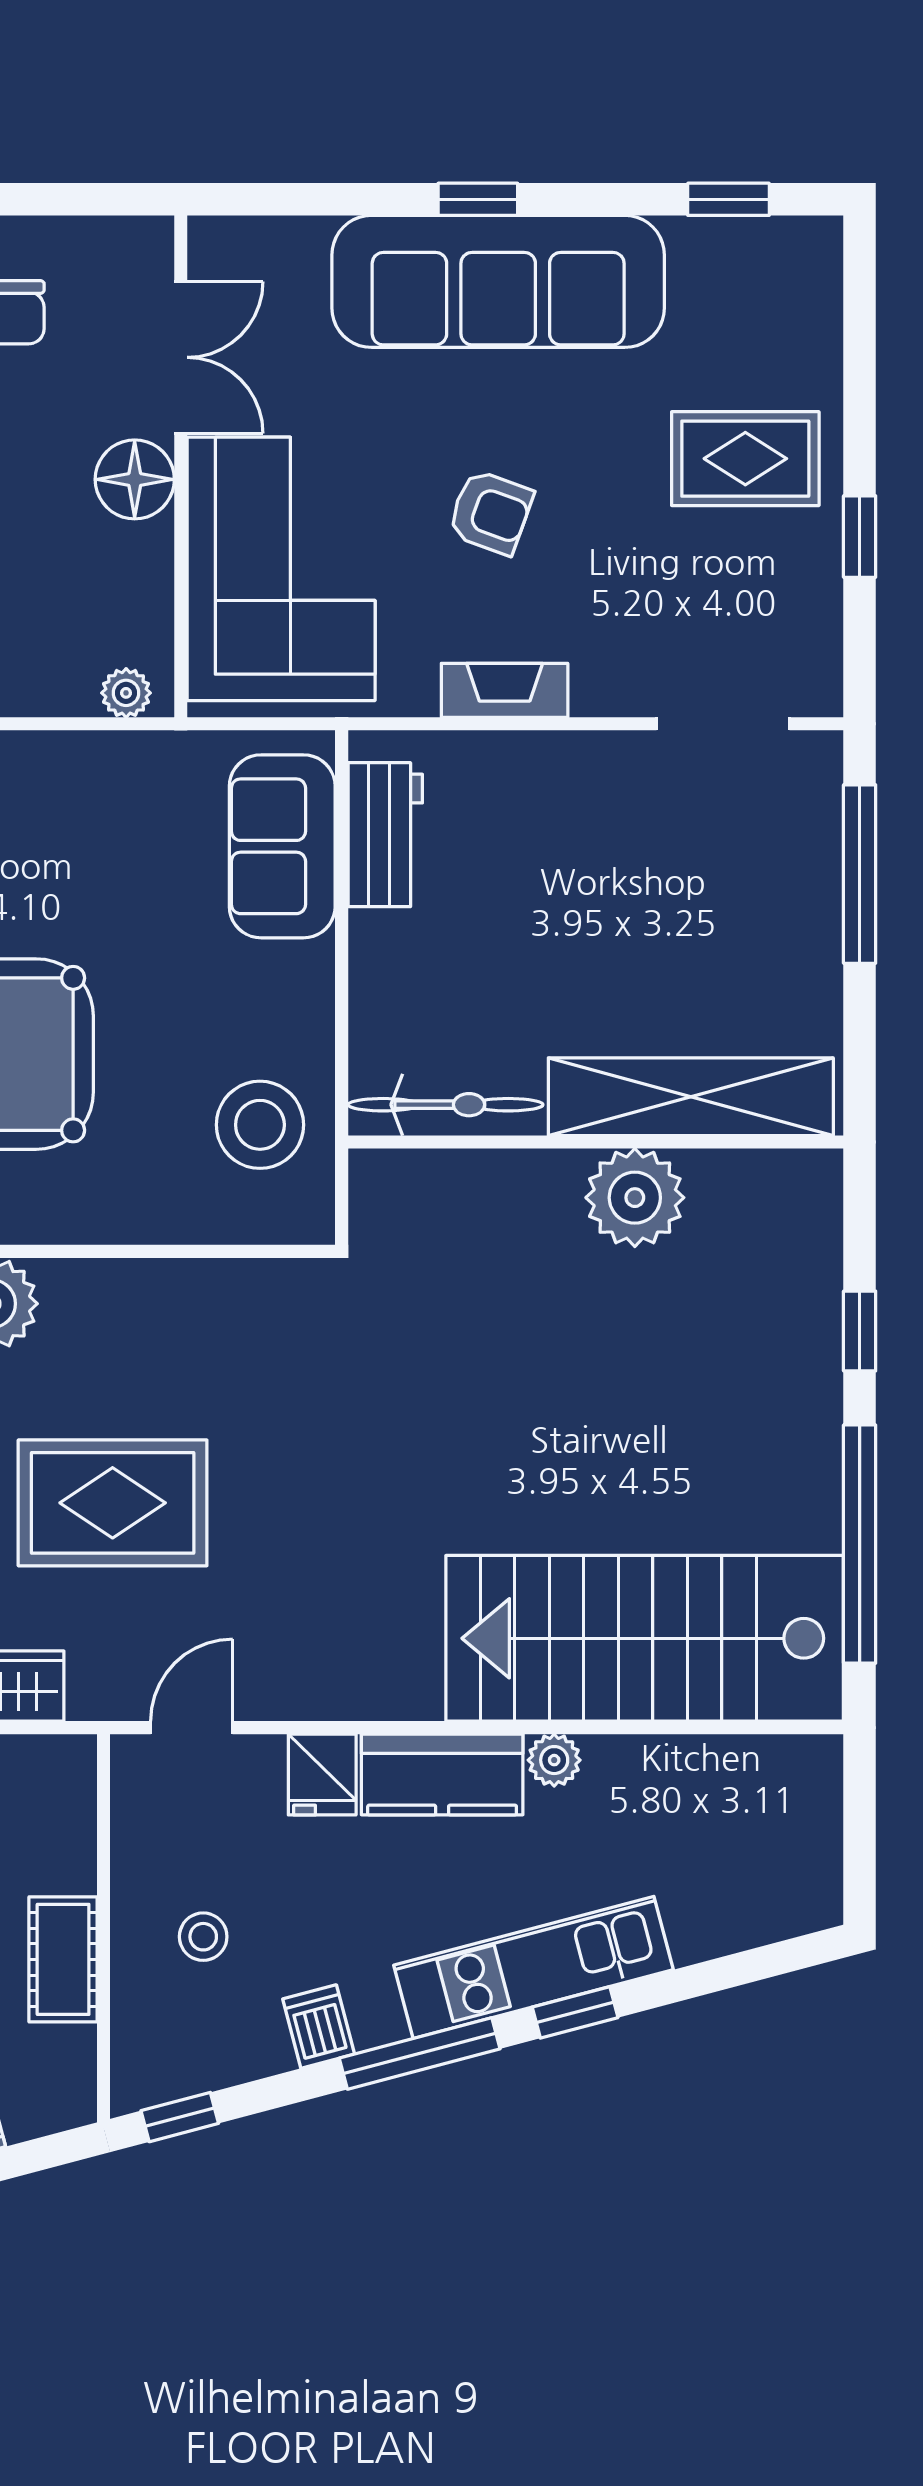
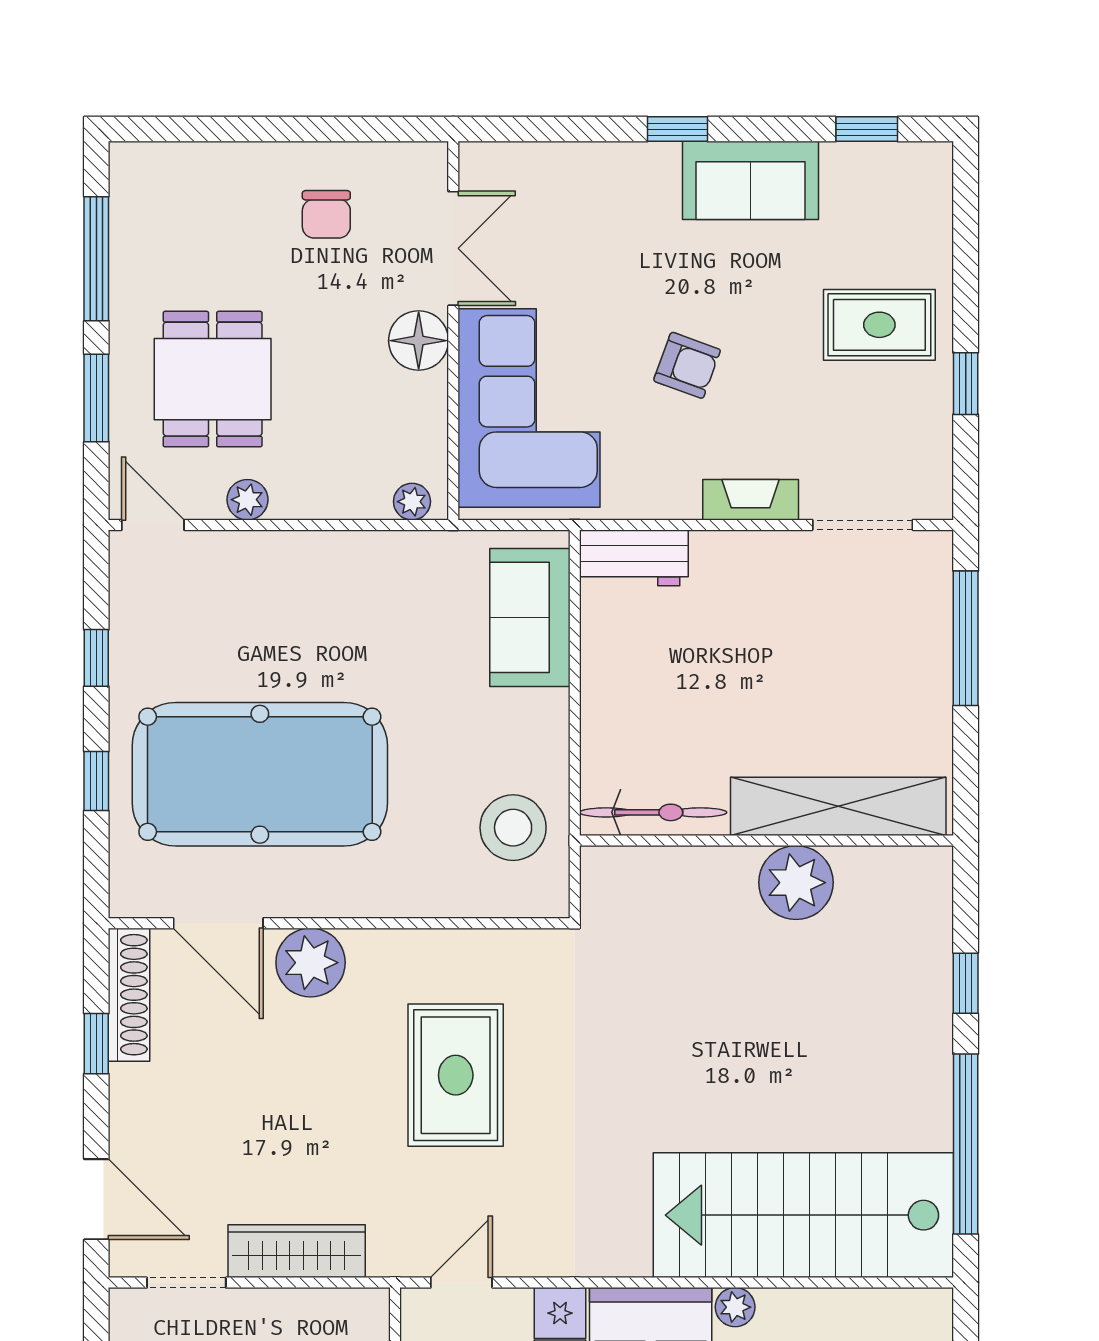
sofa: (498, 281) -> (750, 180), width x0.54, depth x0.79
fireplace: (505, 690) -> (751, 500), moved
workbench: (385, 835) -> (634, 558), moved, turned 90
rug: (113, 1503) -> (456, 1075), moved, turned 90

